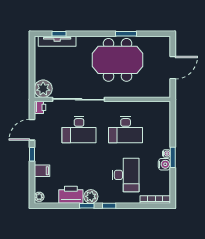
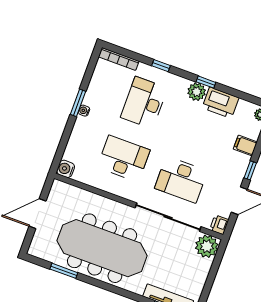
window: (126, 34) -> (64, 271), moved
meeting table: (118, 60) -> (102, 248), width x1.36
desk: (79, 130) -> (181, 180), turned 180
water cooler: (164, 164) -> (66, 169), moved
window: (109, 206) -> (161, 66), moved

